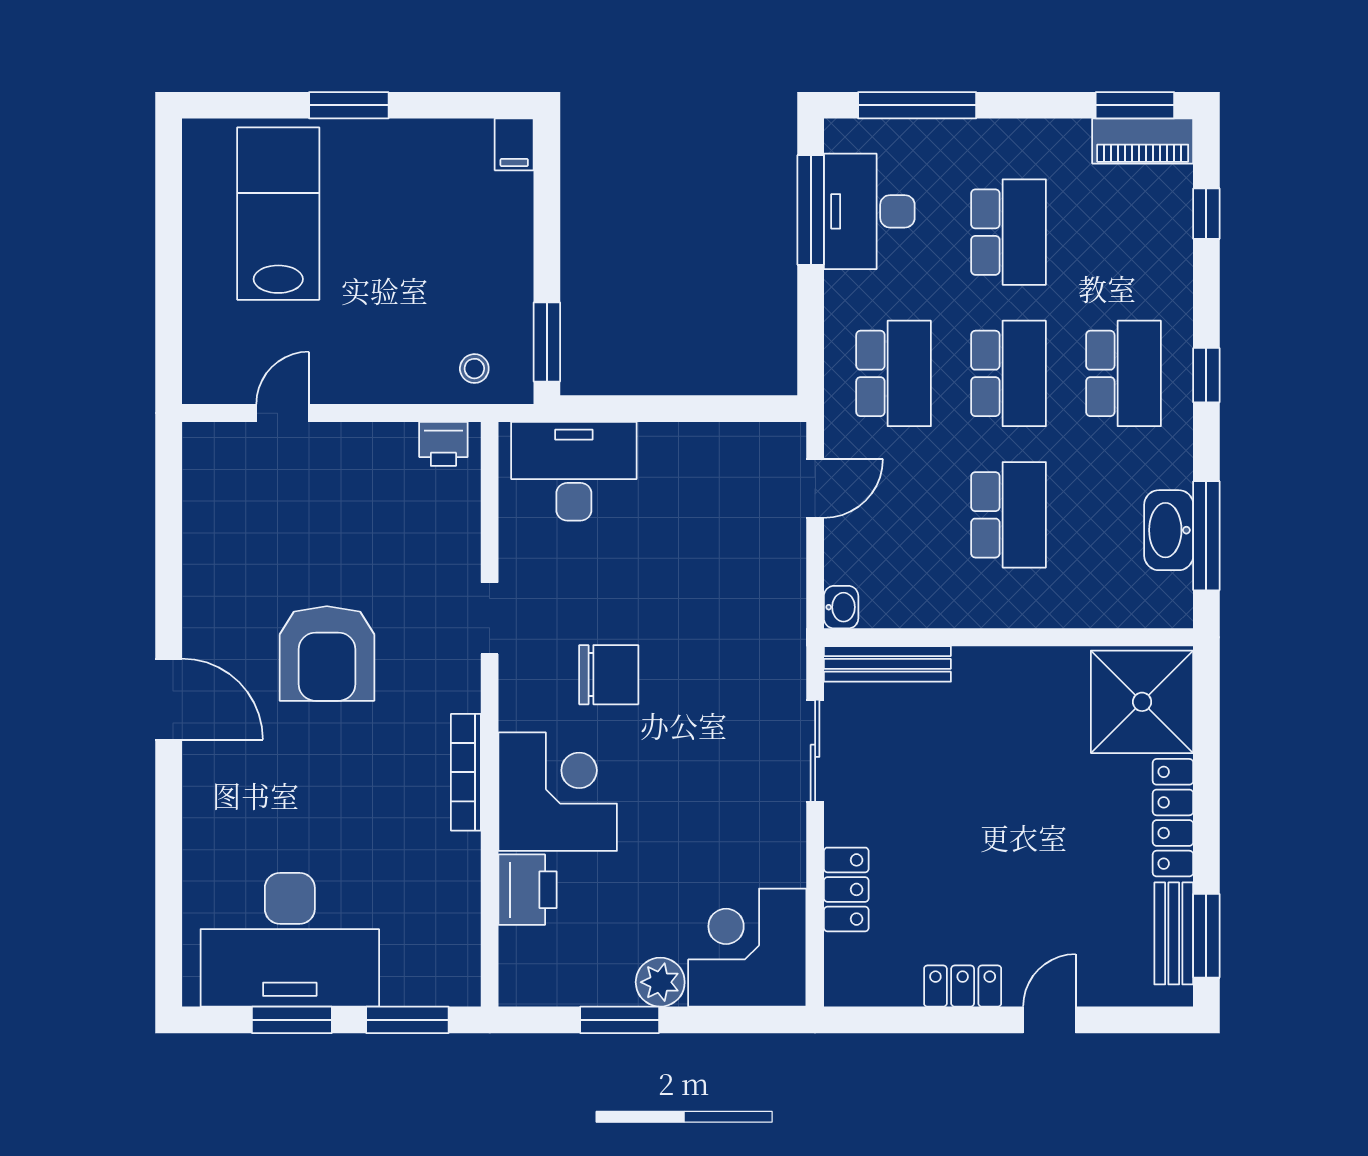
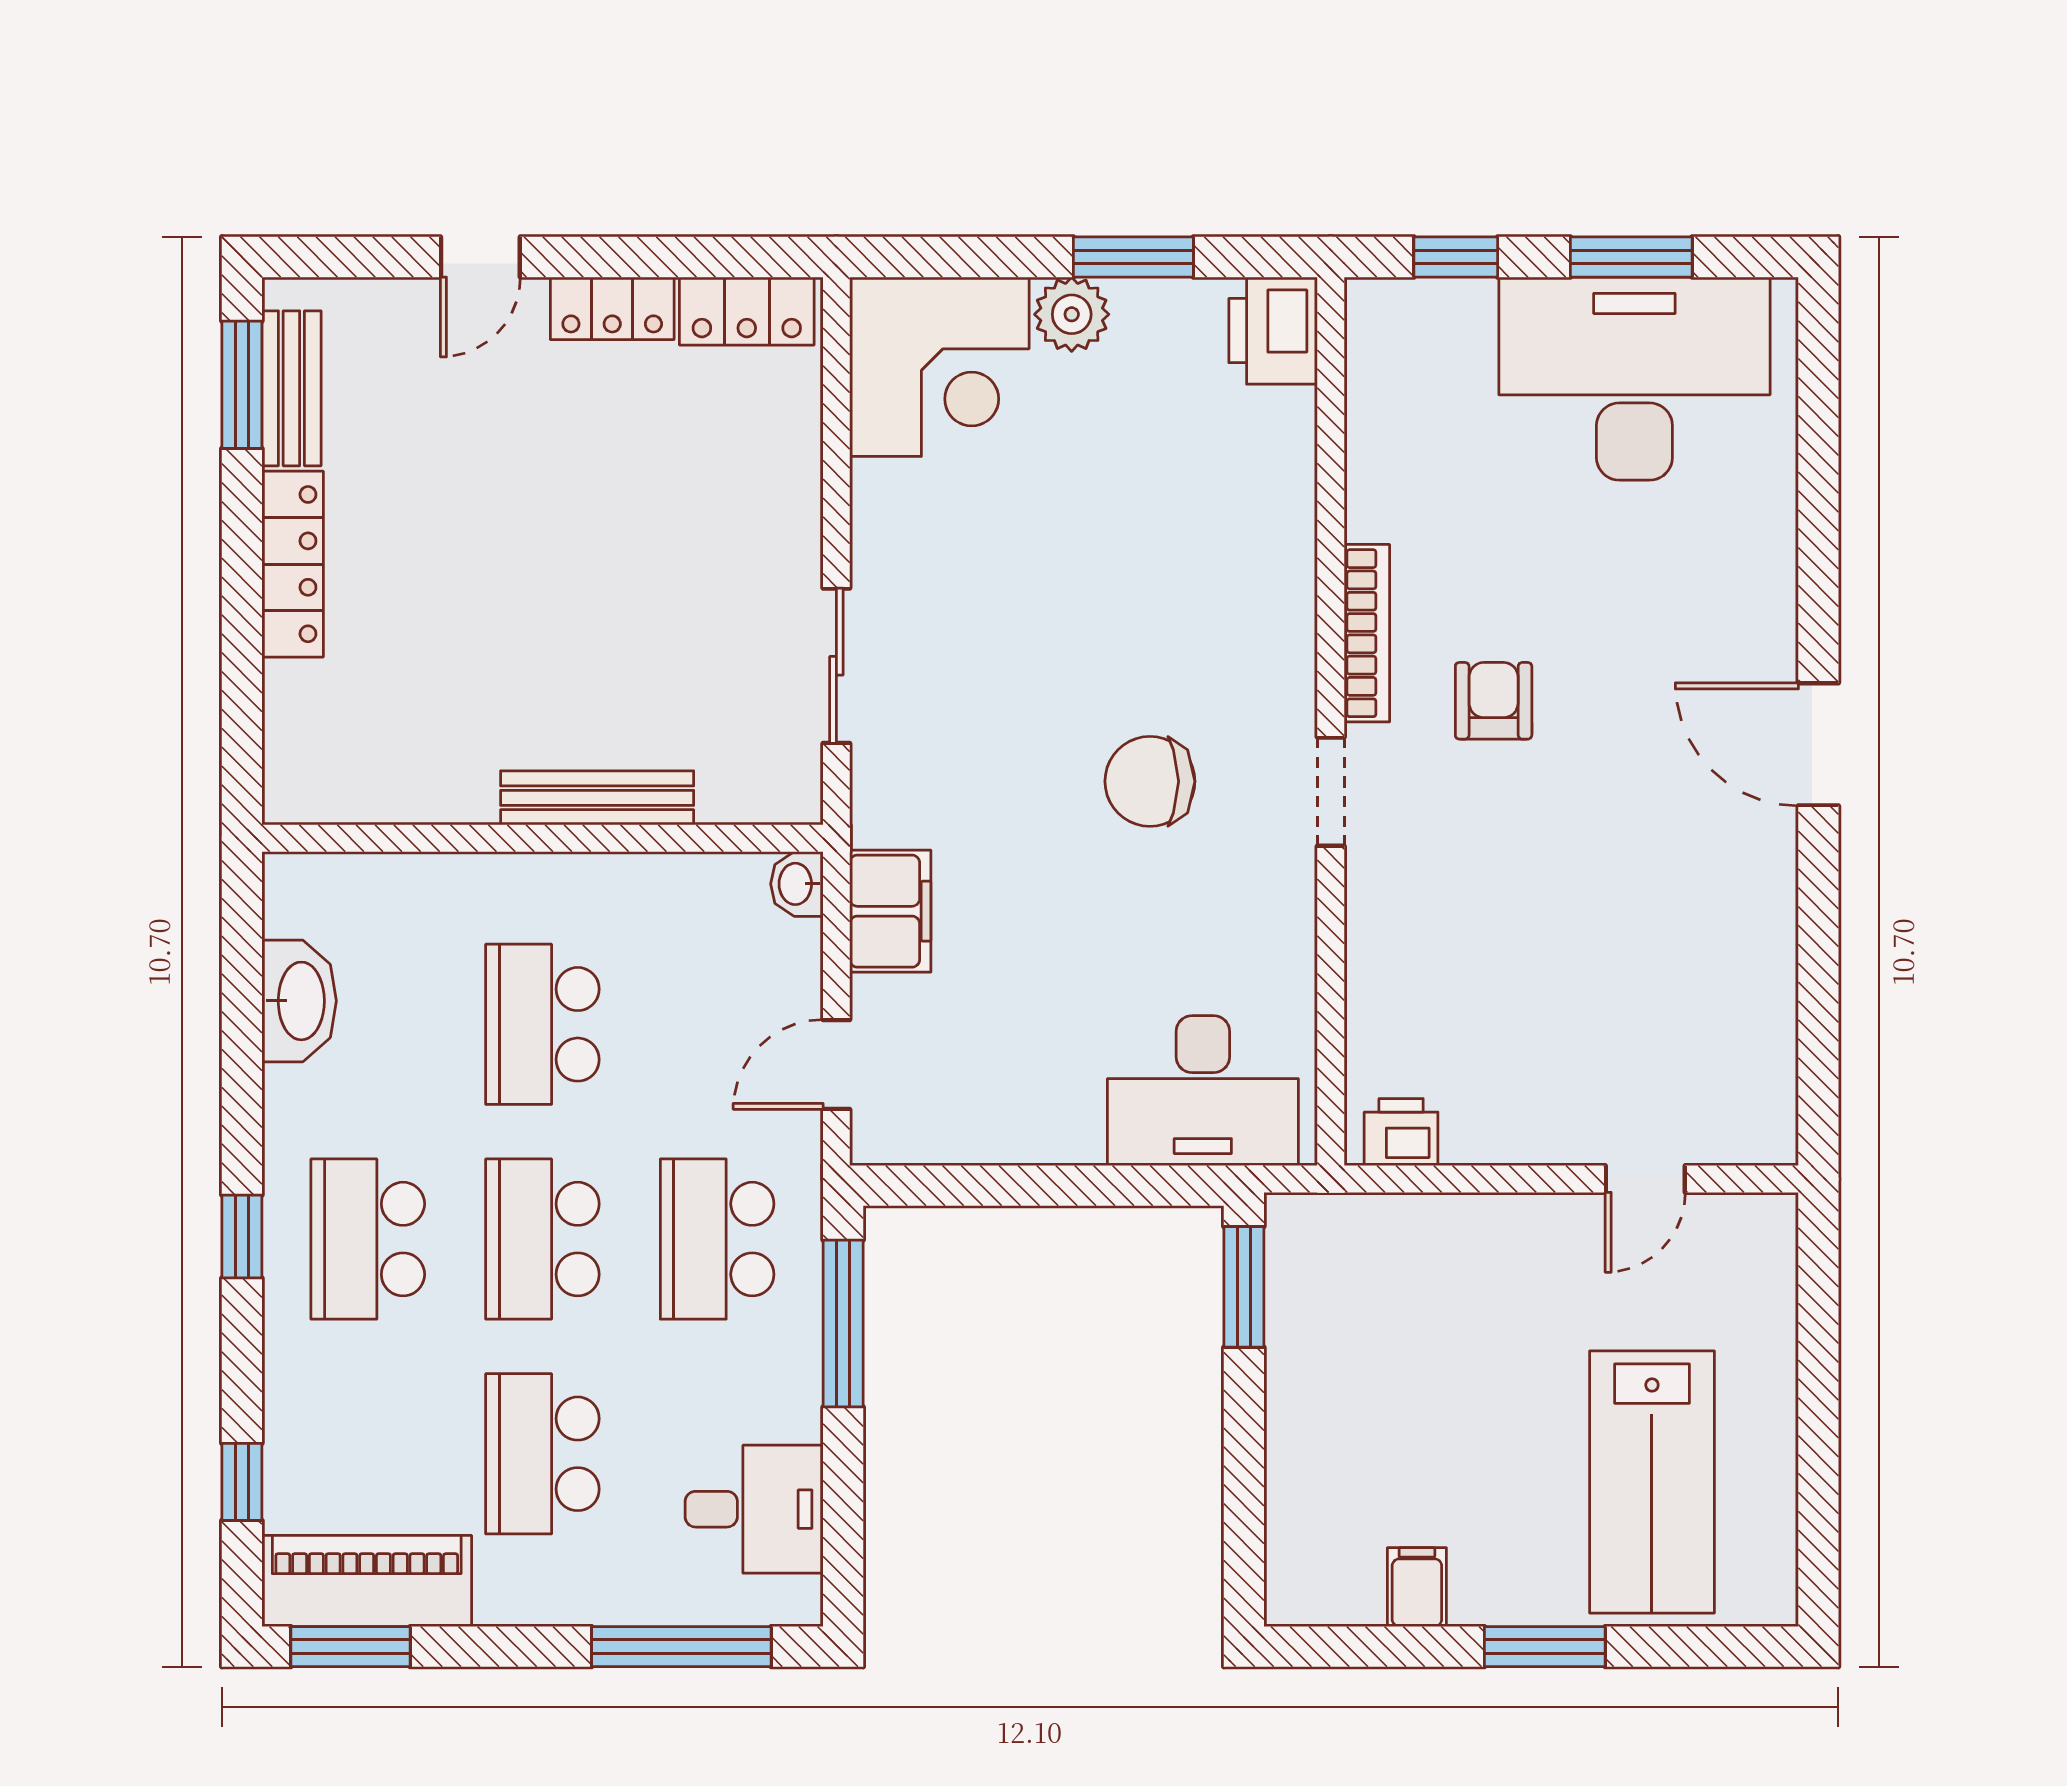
piano: (1143, 141) -> (367, 1581), width x1.37, depth x1.33
filing cabinet: (514, 144) -> (1417, 1587), moved
window: (811, 210) -> (843, 1324), moved
desk: (869, 211) -> (754, 1509), width x0.73
stool: (474, 369) -> (1354, 1247), removed
window: (1206, 536) -> (242, 993), removed
filing cabinet: (780, 589) -> (890, 911), added
doorway: (490, 618) -> (1331, 792), moved
armchair: (327, 653) -> (1494, 701), moved, width x0.53, depth x0.53
bench: (887, 664) -> (597, 798), moved
shower: (1142, 702) -> (340, 740), removed
corner desk: (558, 792) -> (1227, 604), removed
locker: (846, 889) -> (747, 311), moved, turned -90
printer: (528, 890) -> (1273, 331), moved
window: (407, 1020) -> (1456, 257), width x0.67

